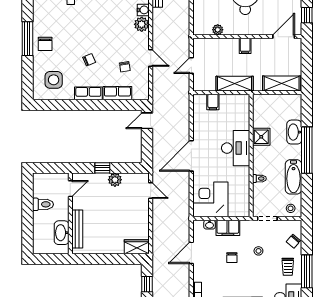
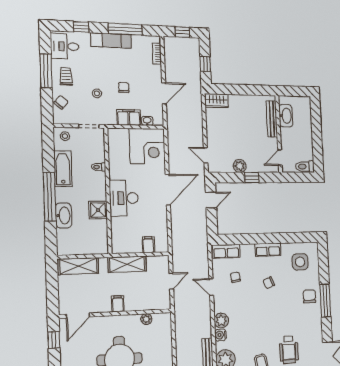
row of seats: (117, 93) -> (226, 251), moved
door: (147, 121) -> (211, 200), moved
toilet: (43, 204) -> (305, 167), moved

